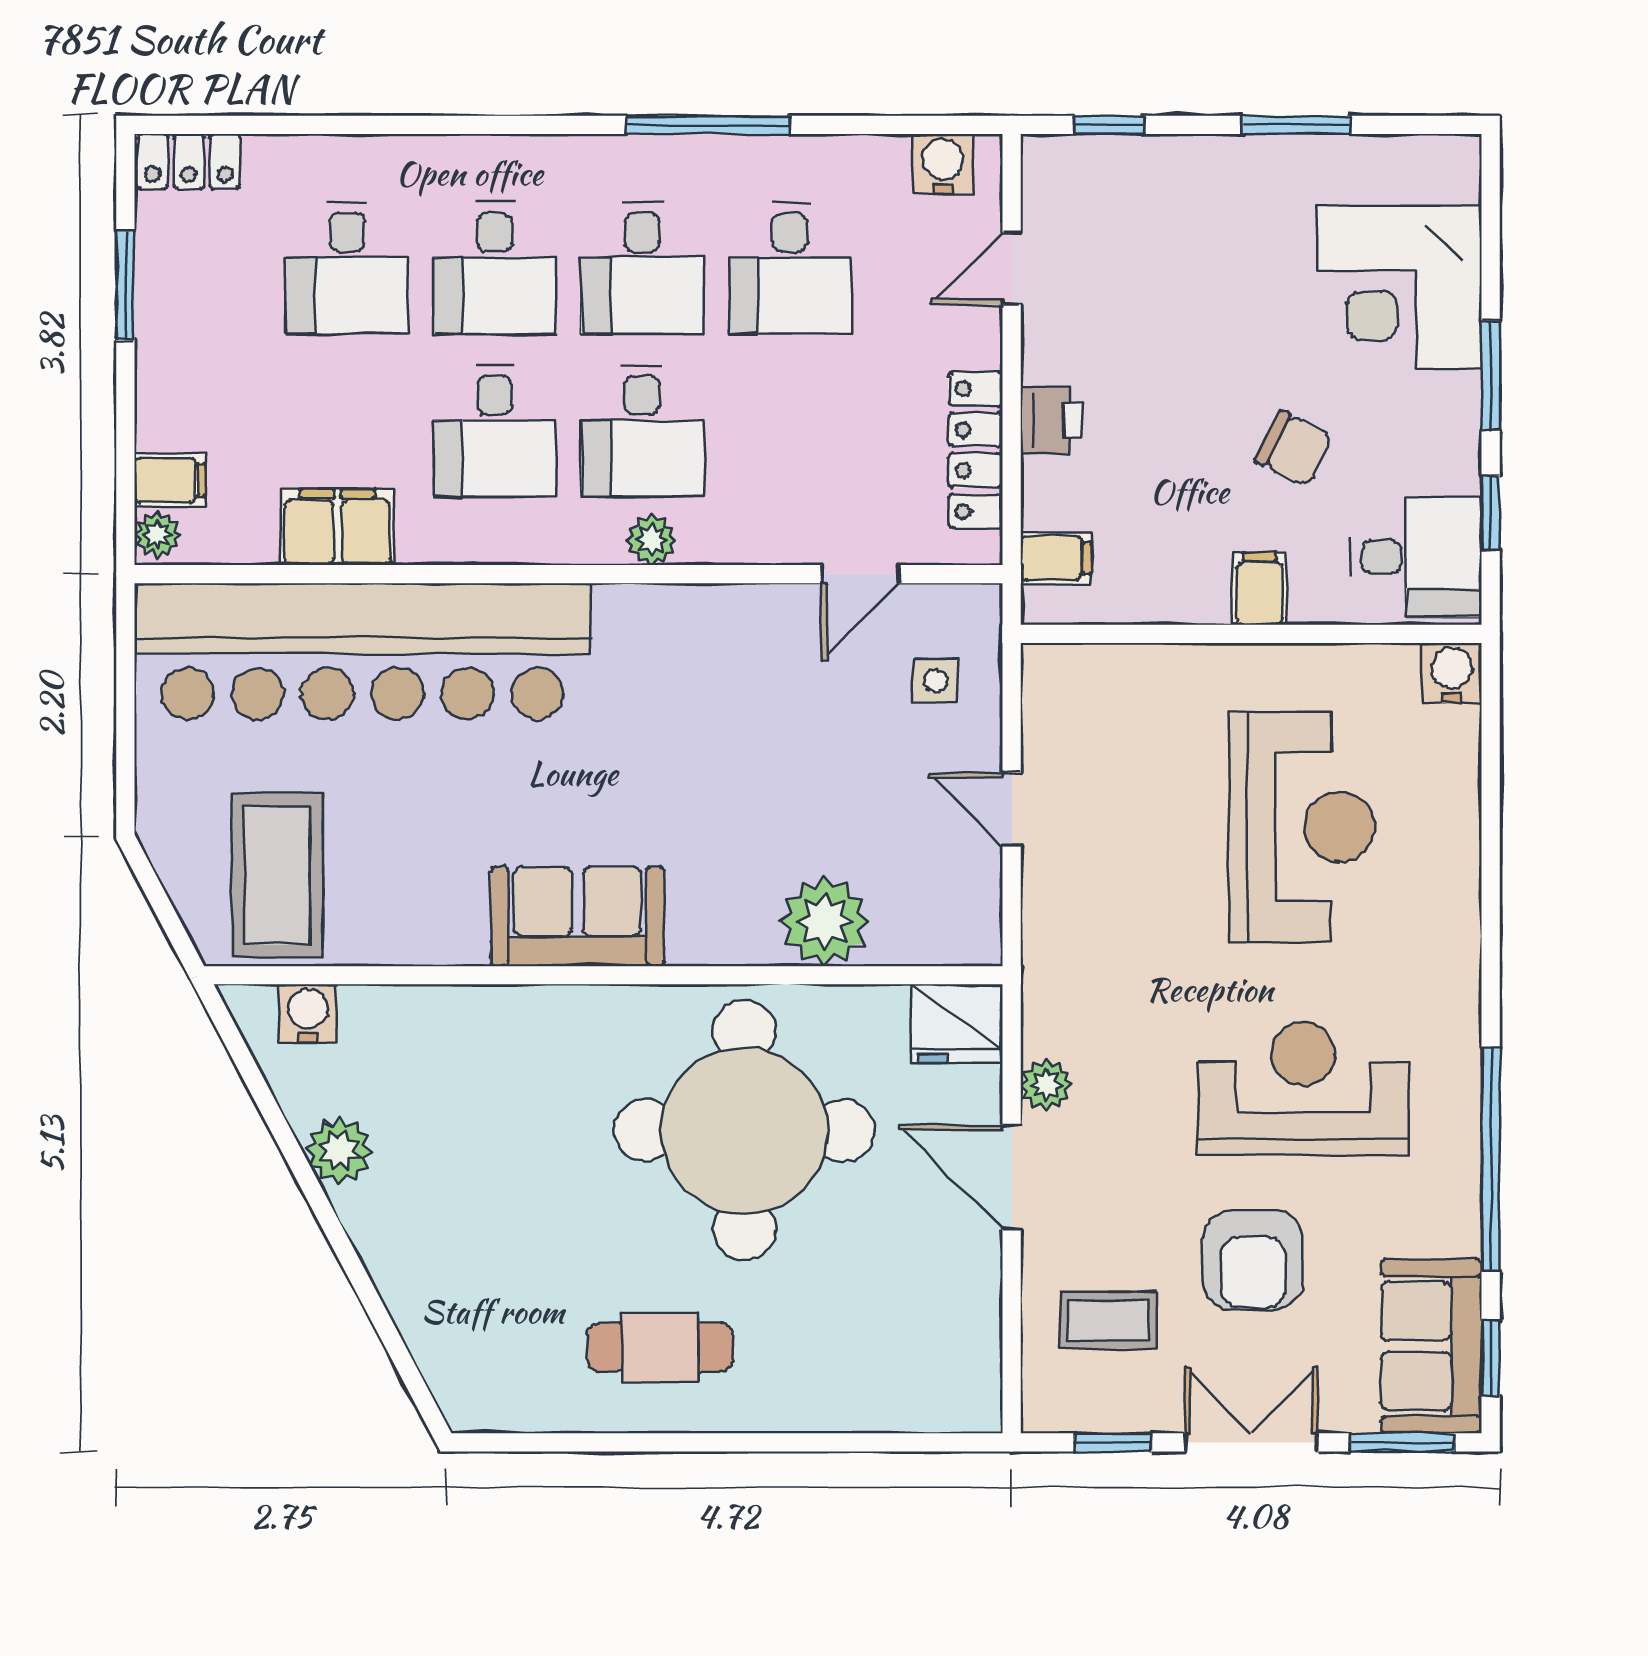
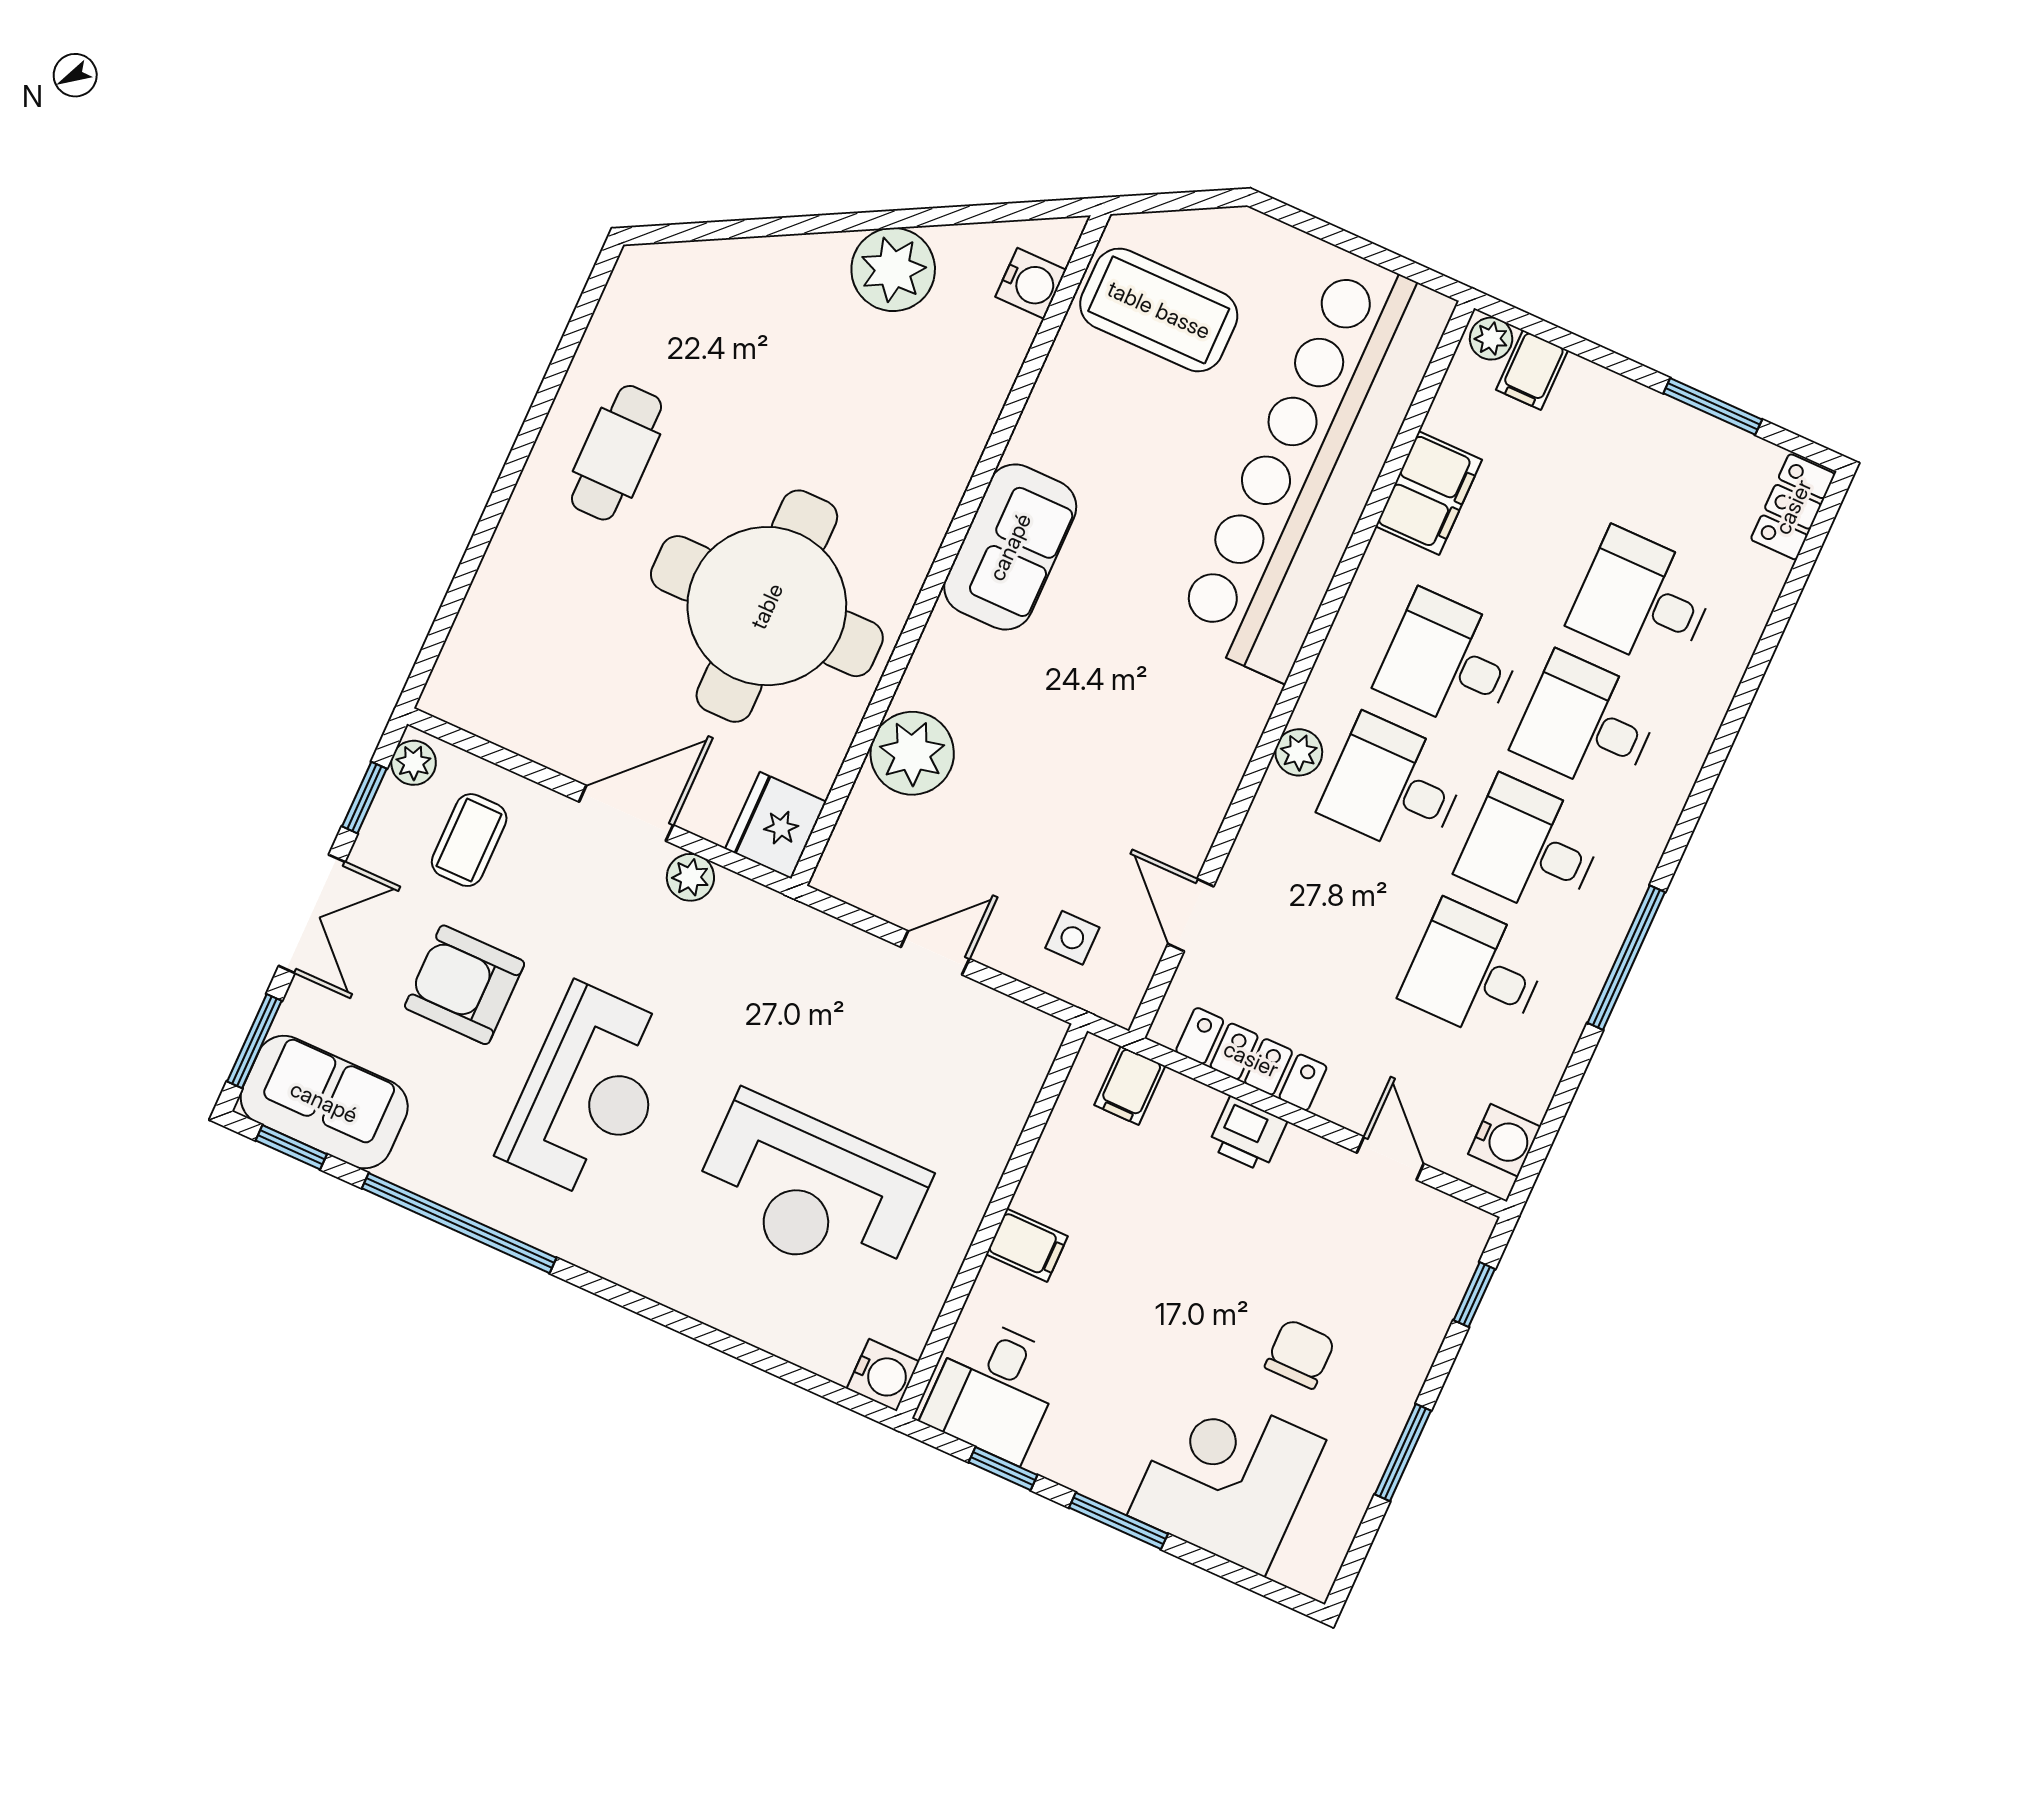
chair: (1294, 448) -> (1300, 1354), moved, turned 153
plant: (339, 1151) -> (893, 269), width x1.36, depth x1.36
plant: (1056, 1409) -> (414, 763), added

